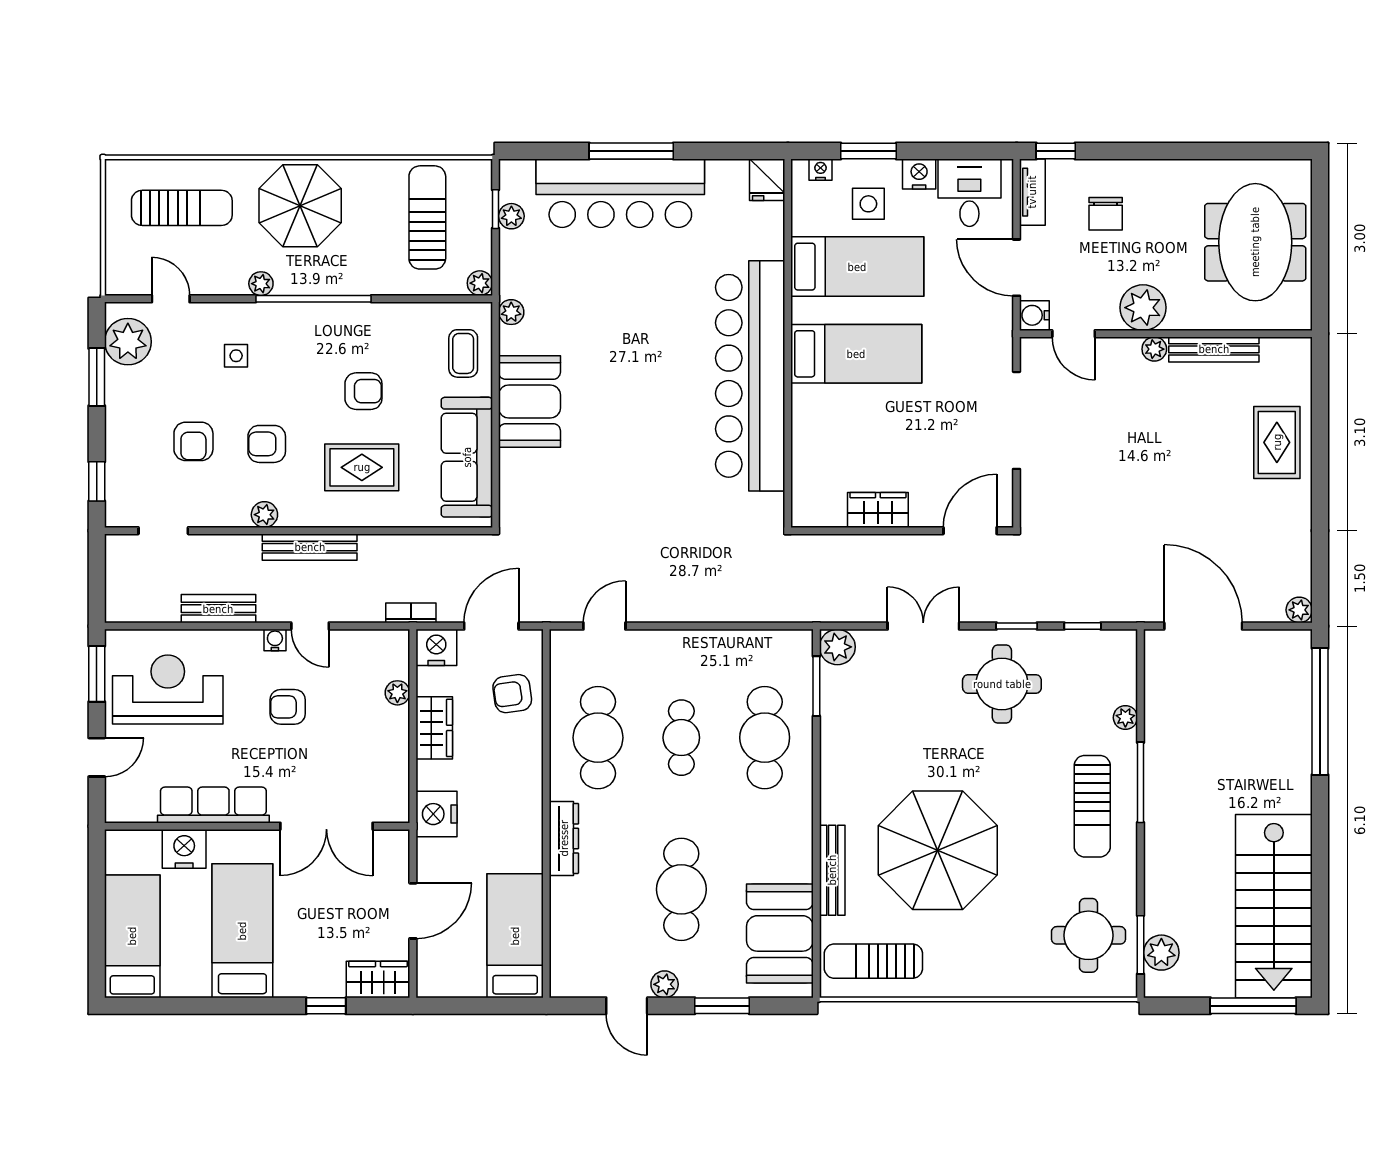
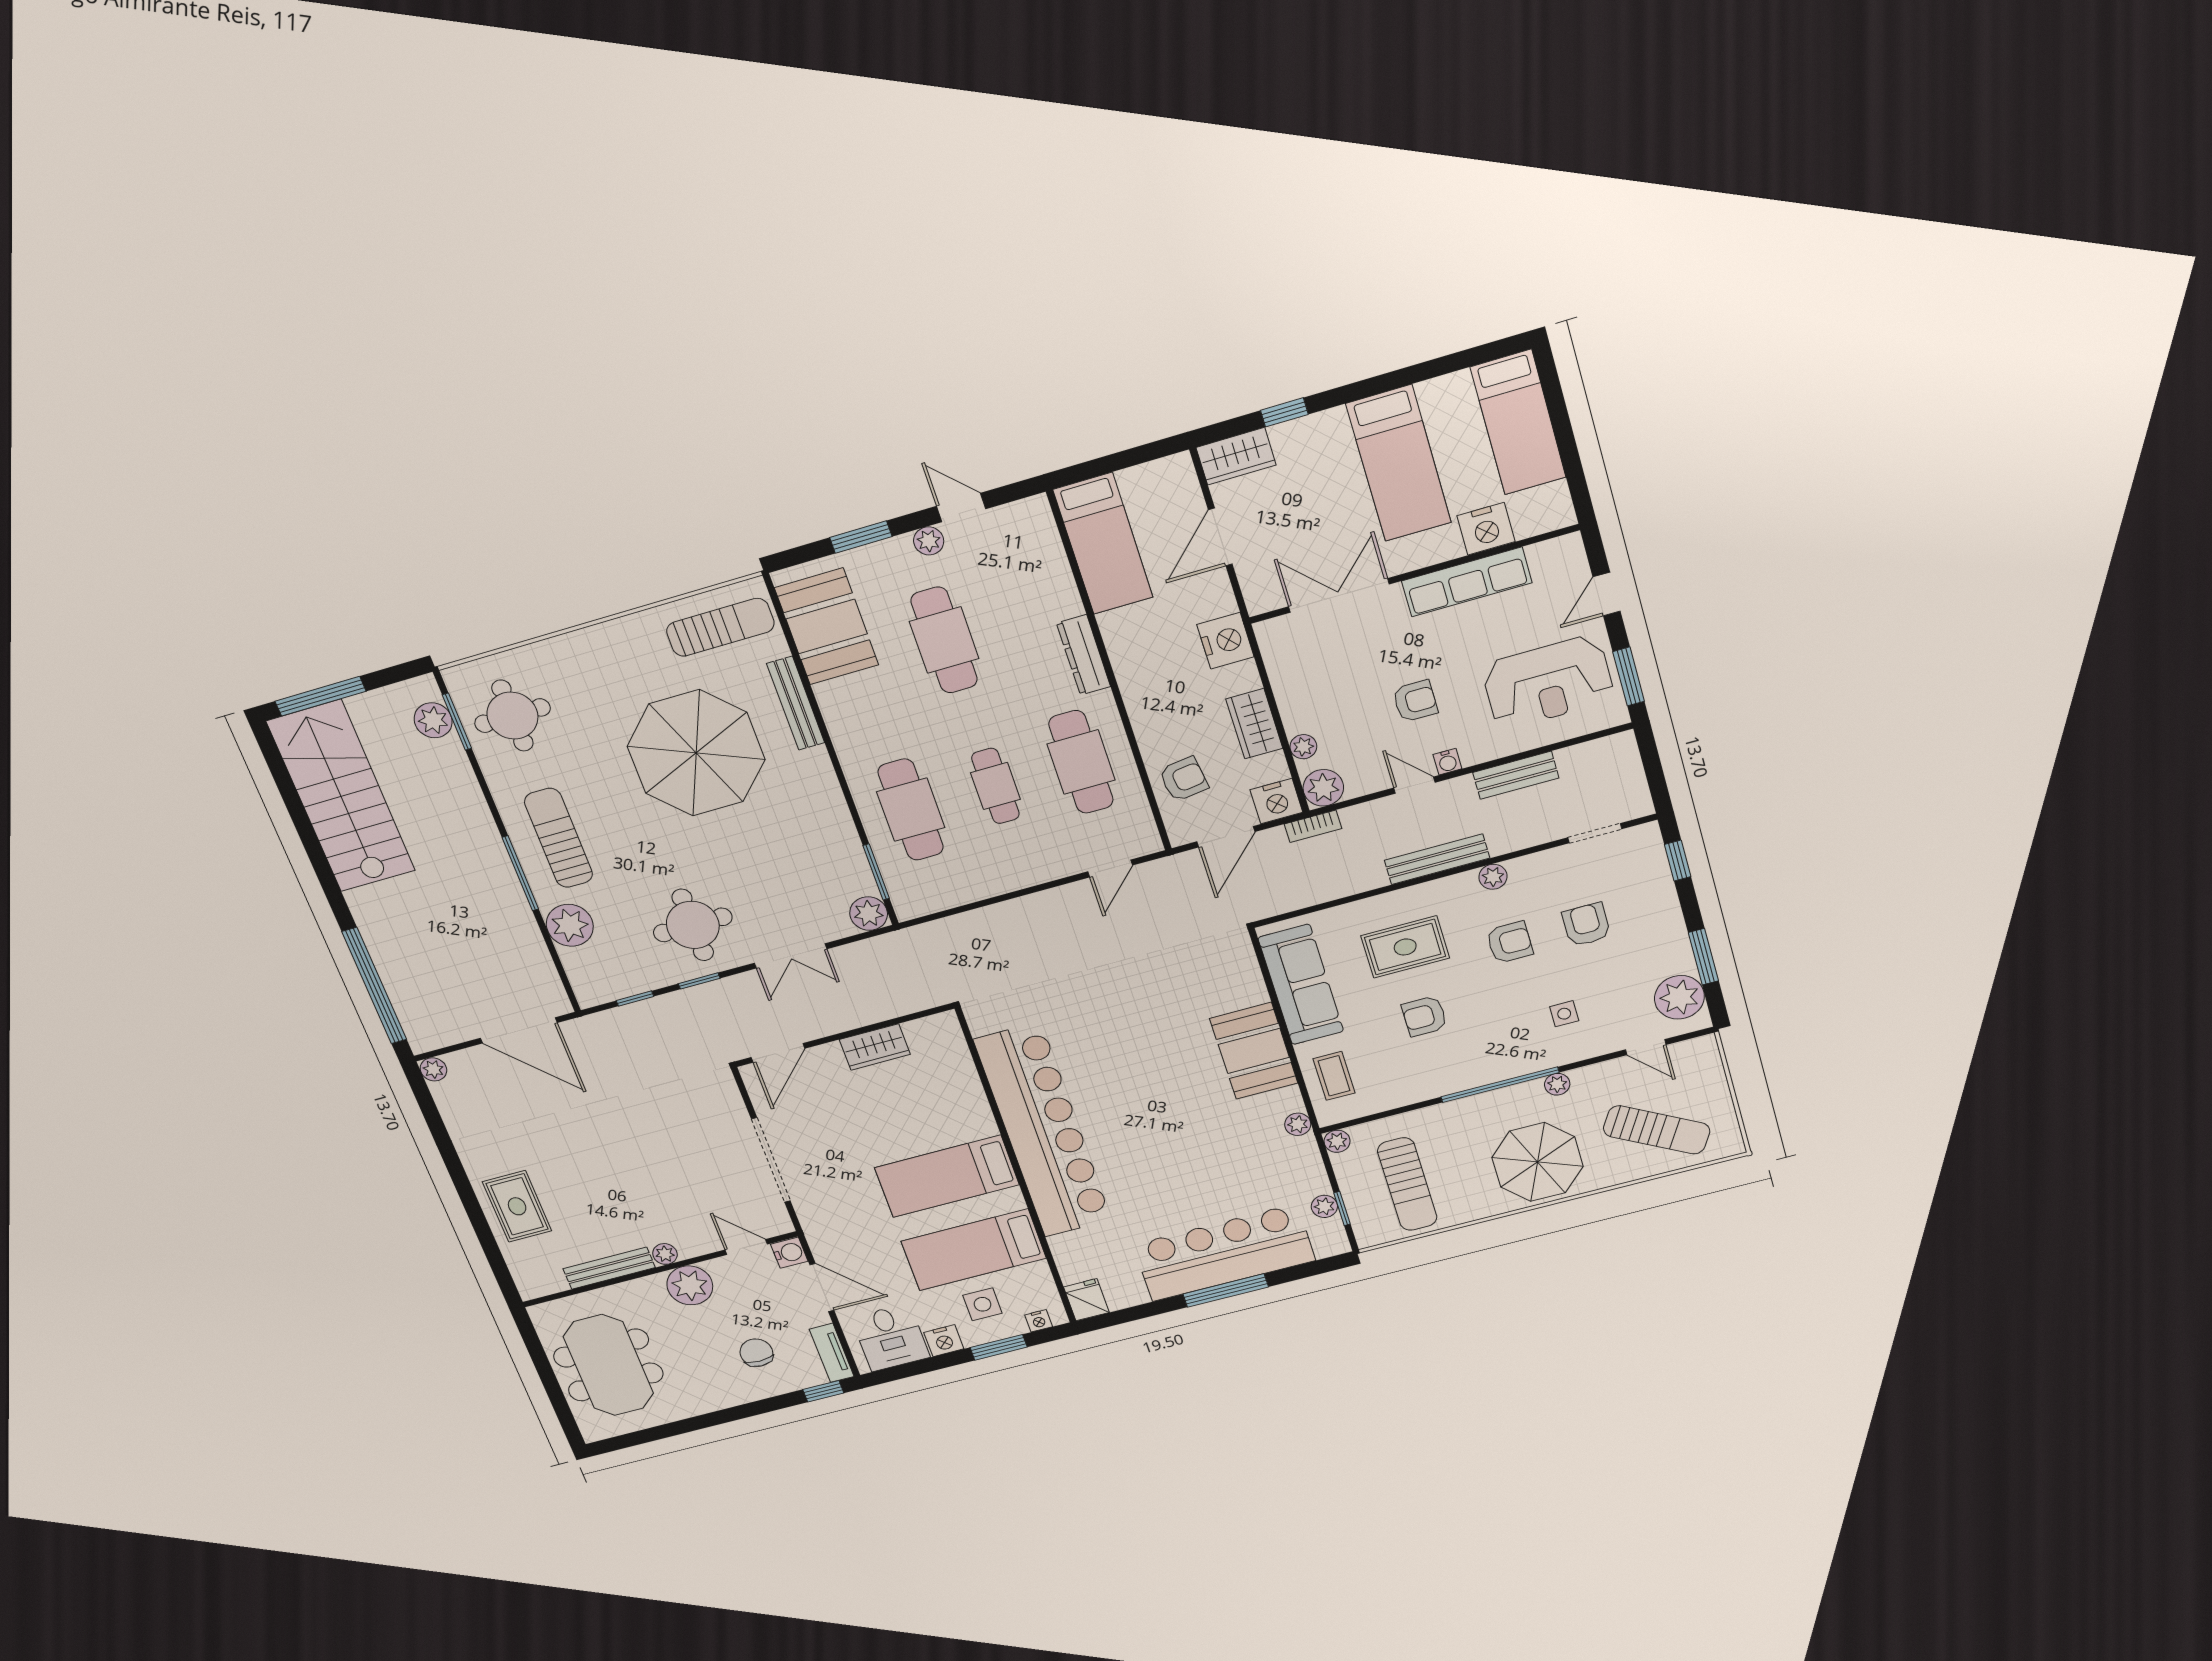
sun lounger: (182, 208) -> (1657, 1130), turned -150
plant: (391, 648) -> (1323, 788), added
plant: (1125, 718) -> (570, 925), width x1.88, depth x1.88

